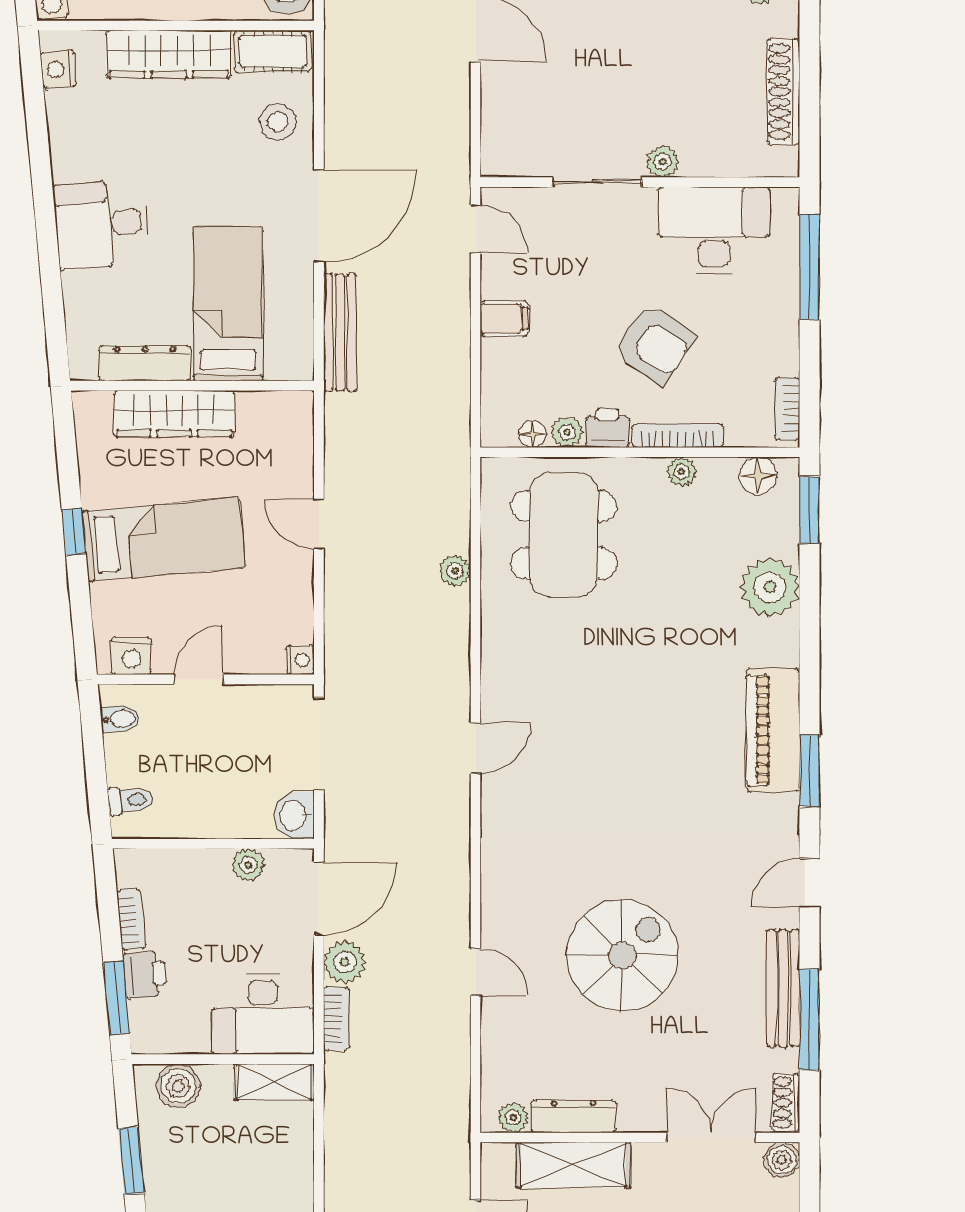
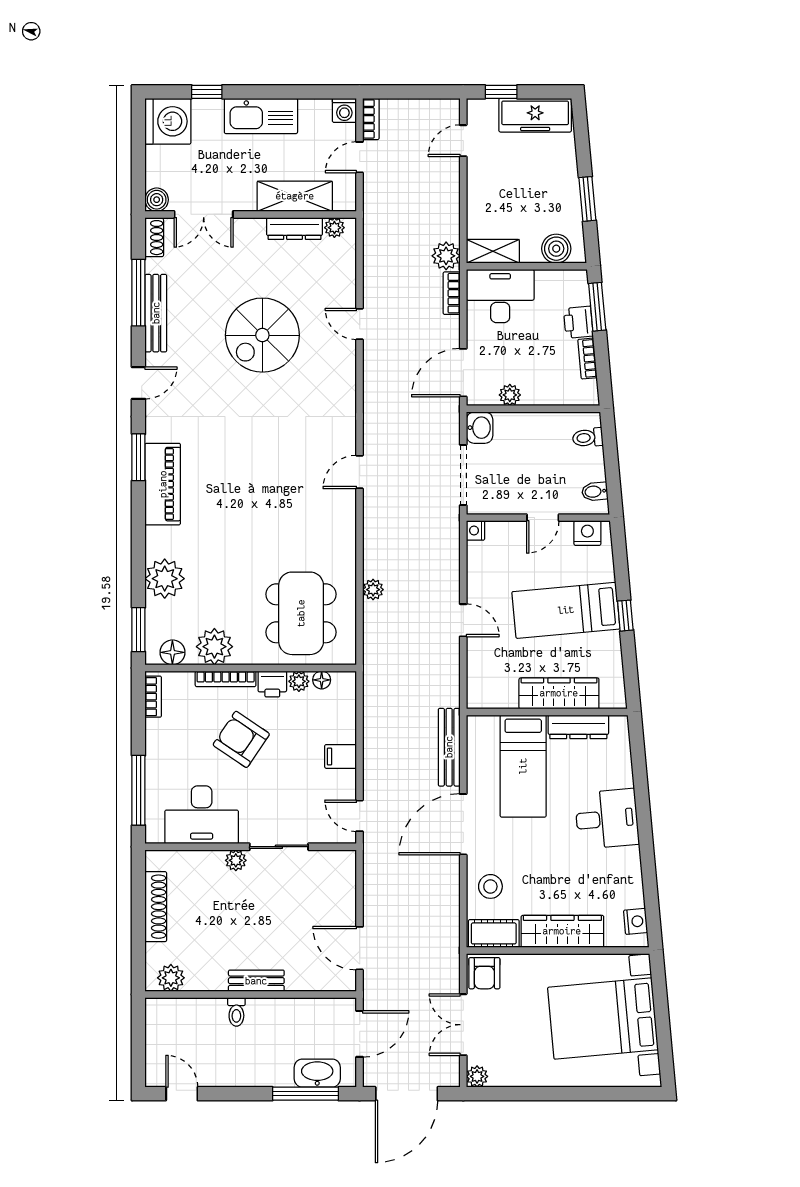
plant: (682, 472) -> (214, 647), width x1.88, depth x1.88
plant: (345, 962) -> (446, 256), moved

